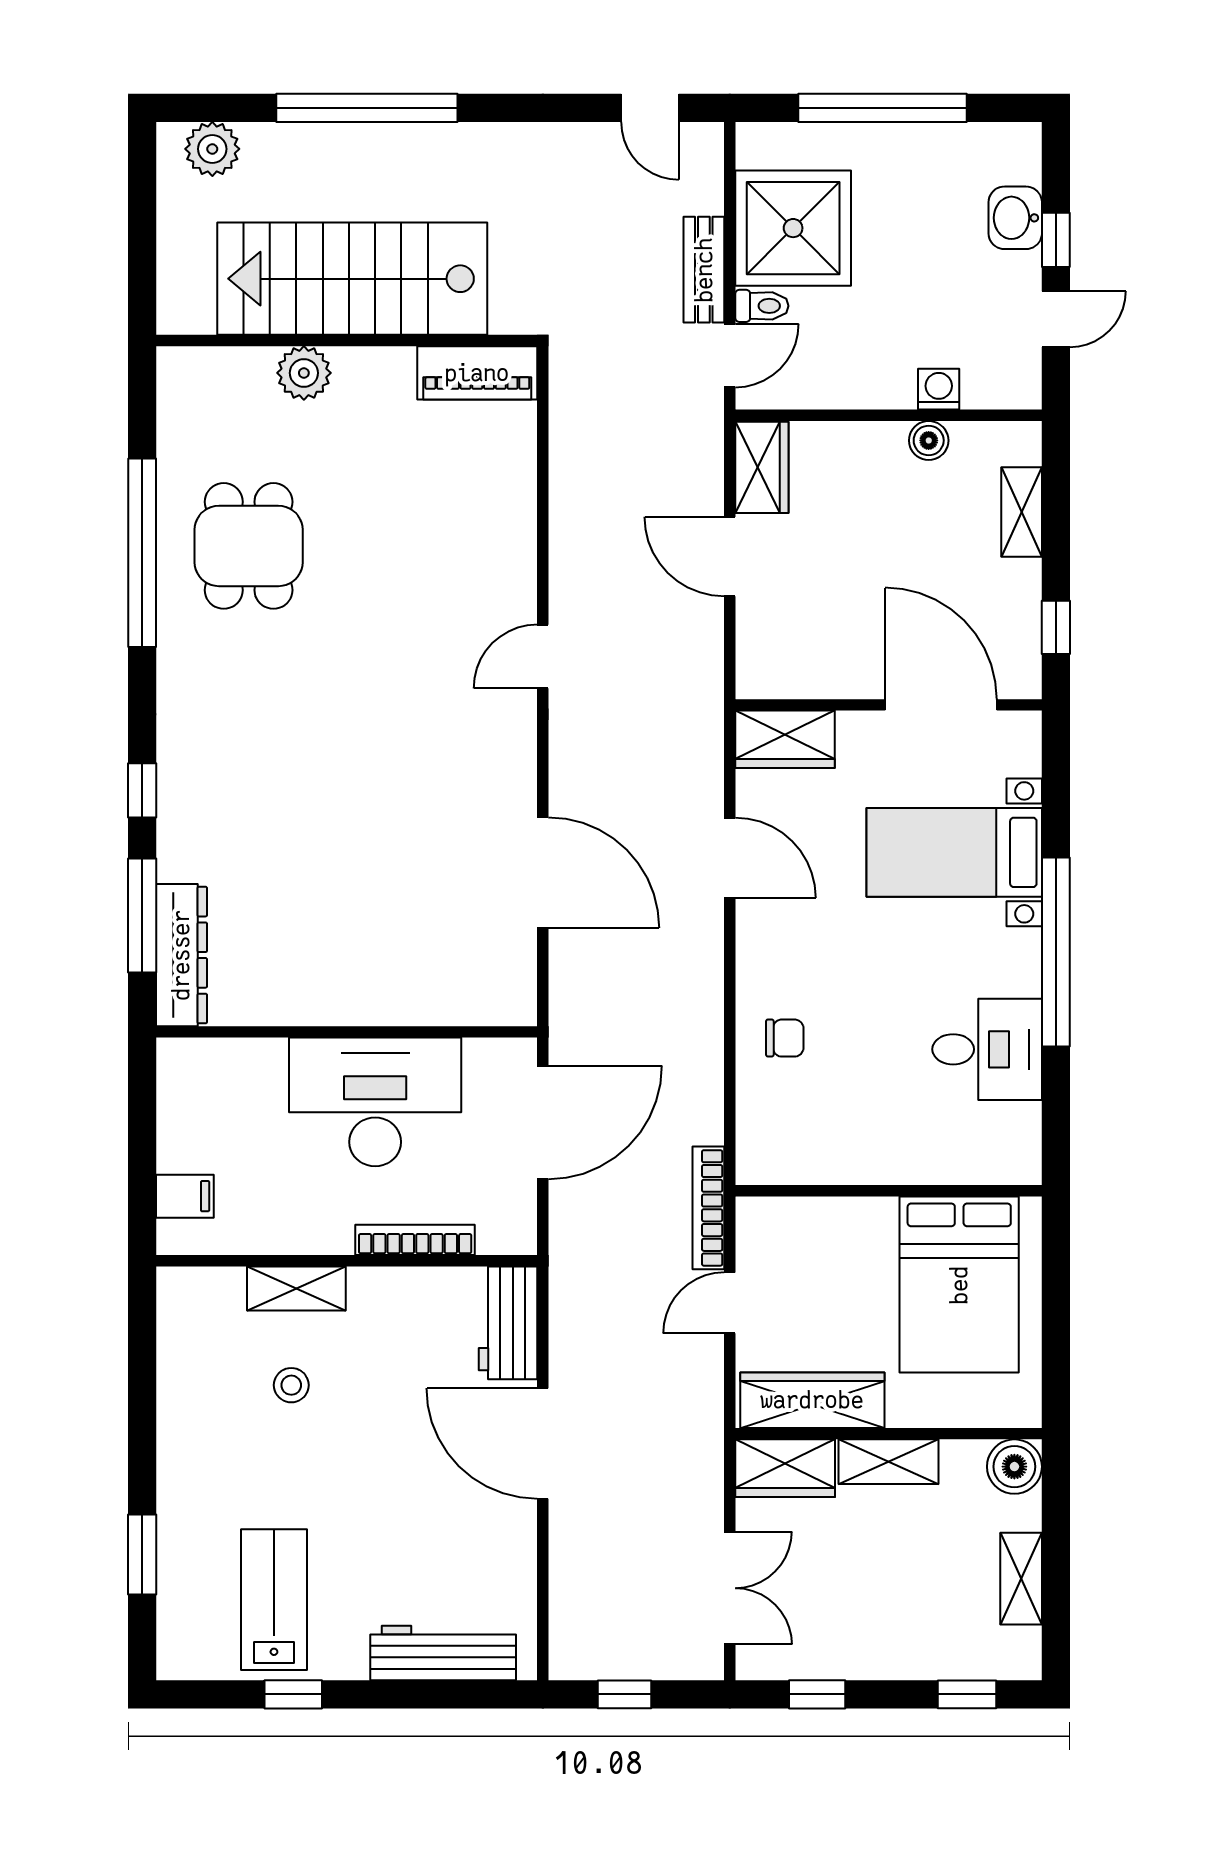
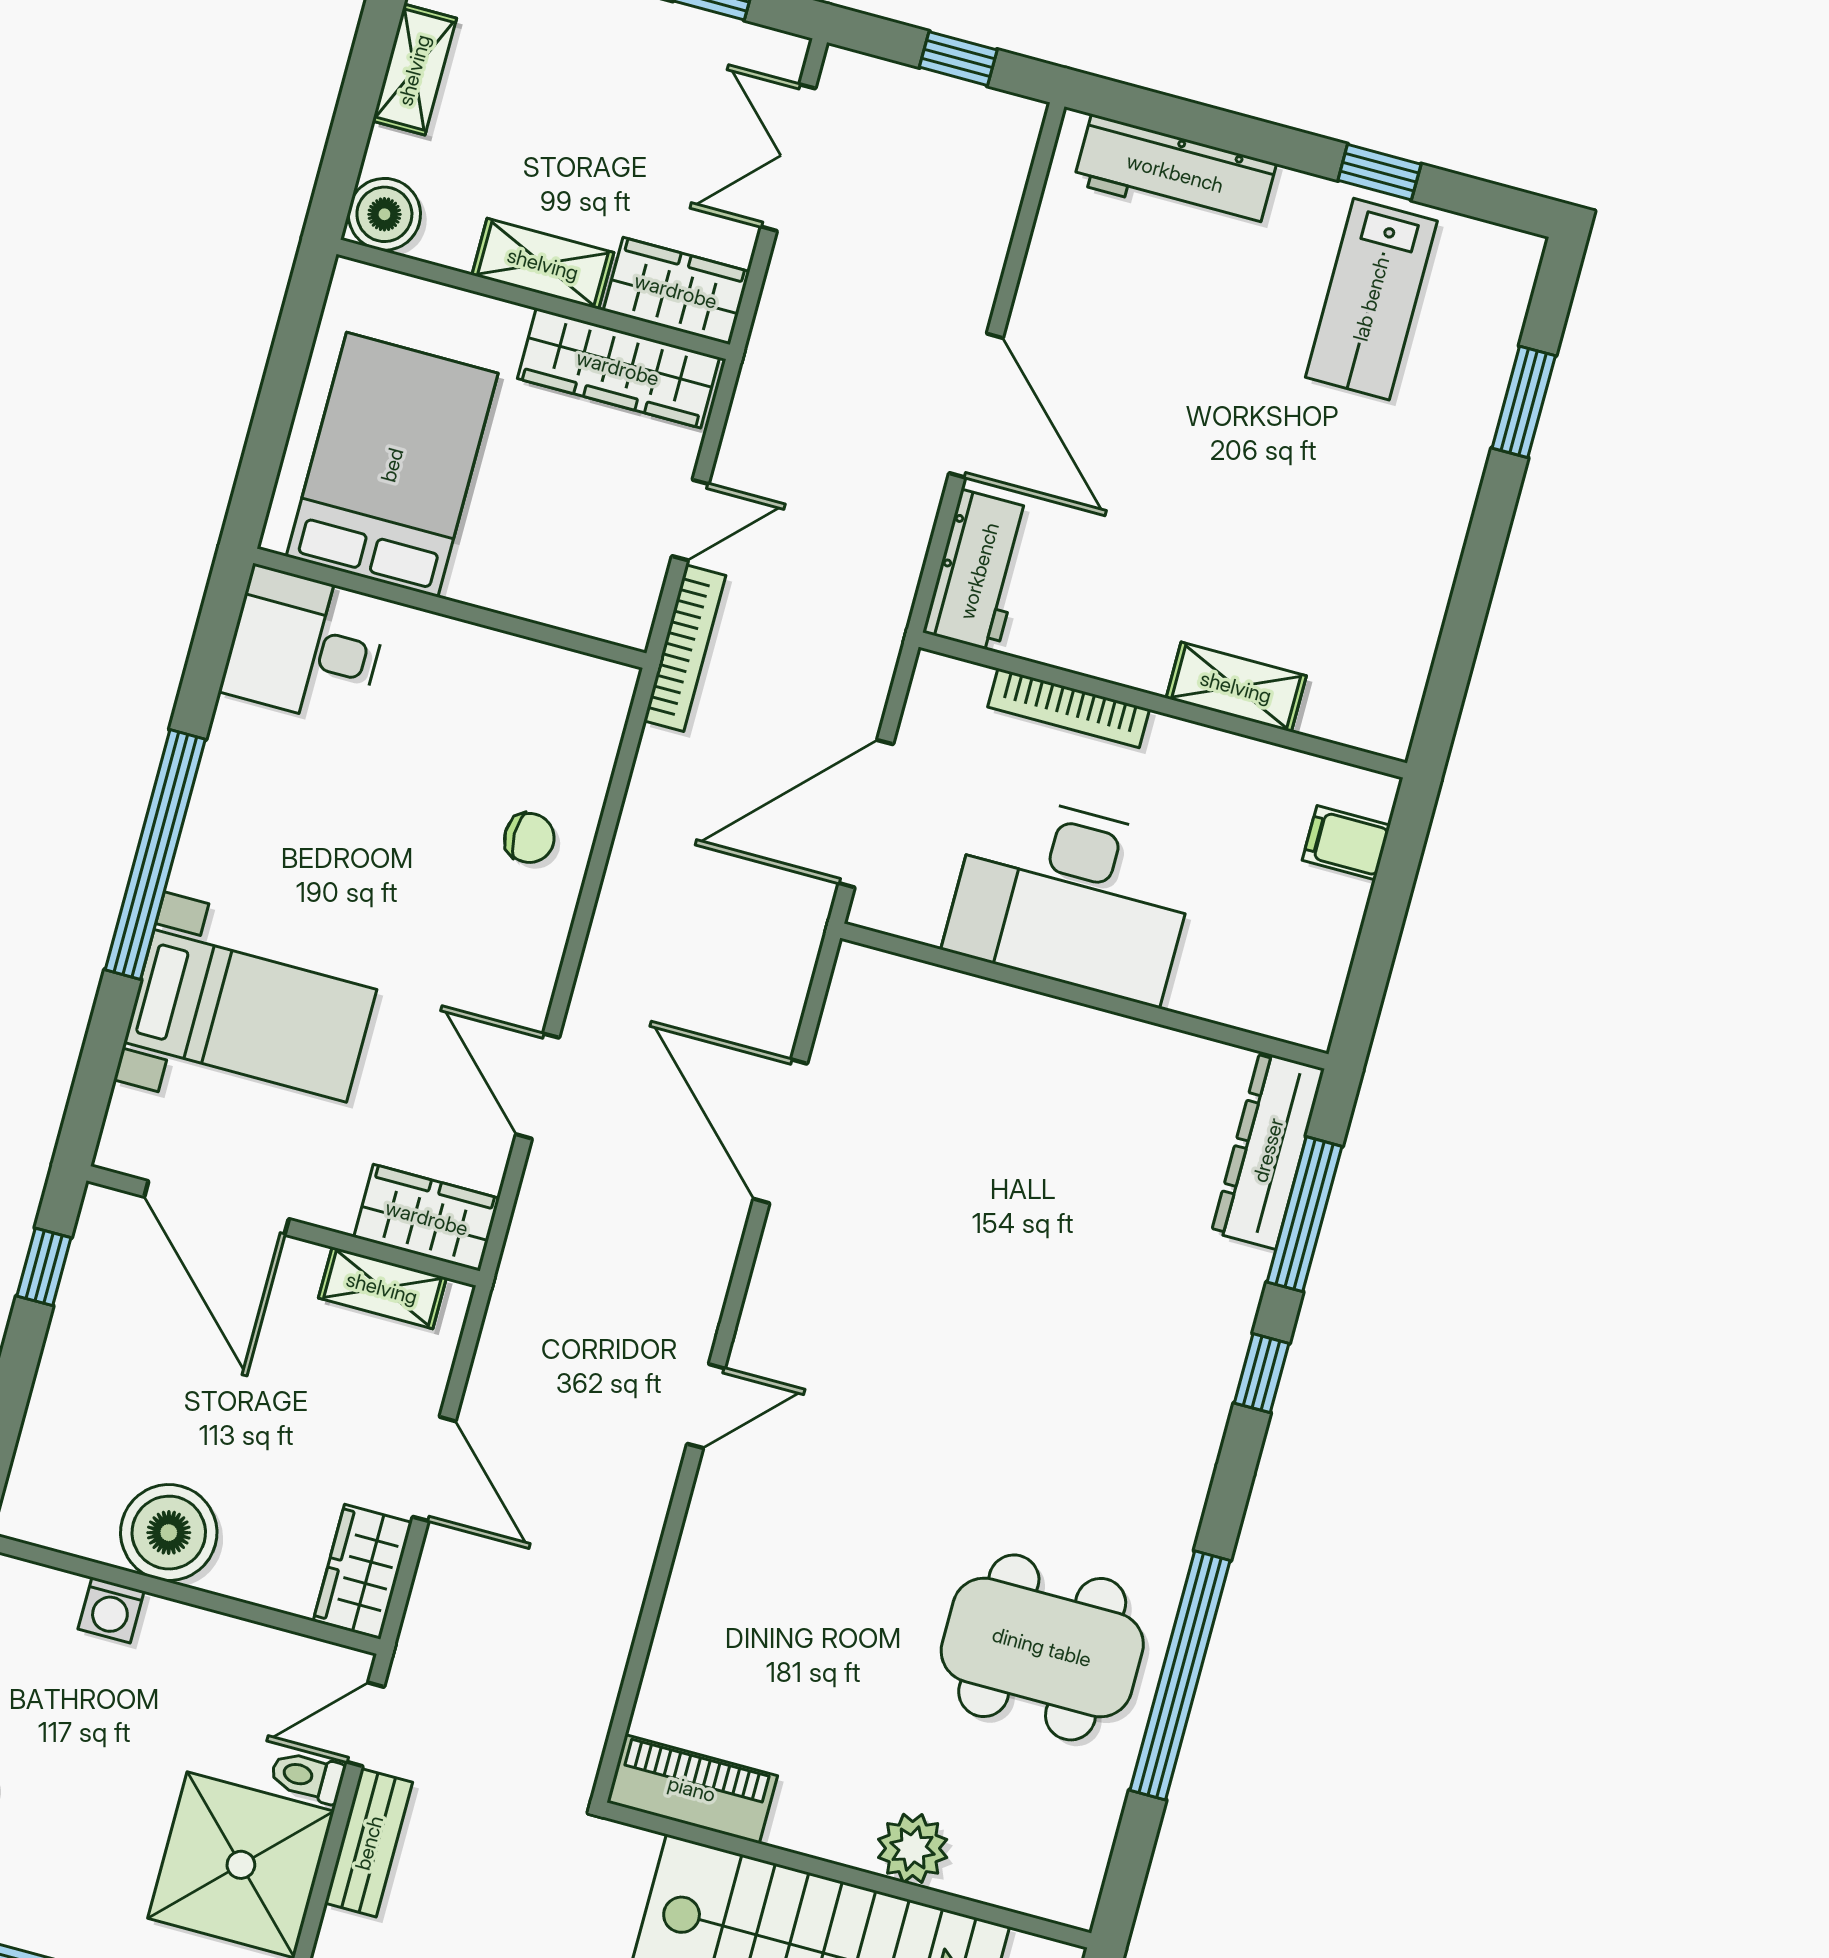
boiler: (929, 440) -> (169, 1533), width x1.86, depth x1.86
shelving: (1022, 512) -> (382, 1288), moved, turned 90
dining table: (249, 546) -> (1042, 1647), width x1.38
chair: (785, 1038) -> (529, 838), turned 180
desk: (987, 1049) -> (305, 646), moved
stool: (291, 1385) -> (1276, 566), removed

